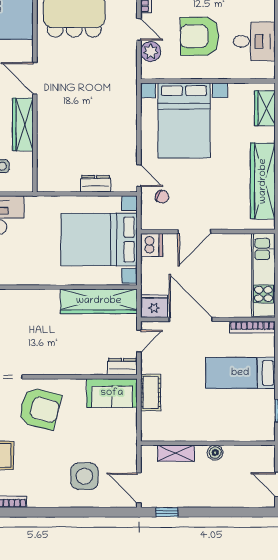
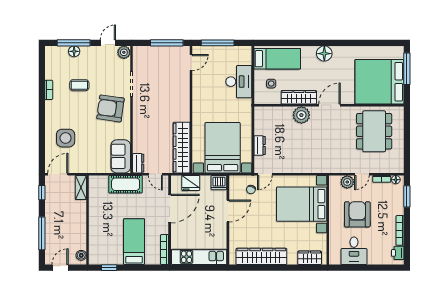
plant: (50, 121) -> (301, 115), added
door: (194, 232) -> (228, 211), swing flipped
fridge: (154, 306) -> (191, 183), moved, turned 90
cot: (151, 393) -> (126, 184), width x1.37, depth x1.34
armchair: (40, 408) -> (110, 108), turned 84
shelving: (176, 453) -> (81, 188), moved
boiler: (215, 453) -> (81, 255), moved
window: (228, 512) -> (42, 233), added

